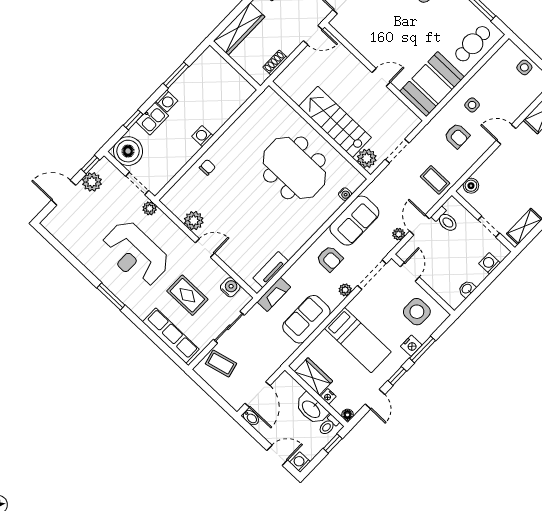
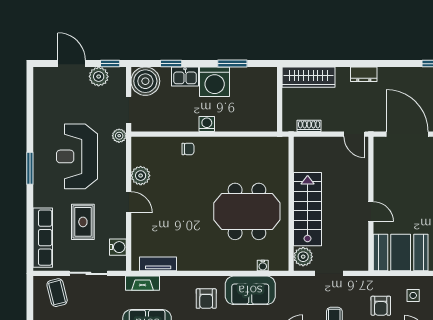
washing machine: (167, 101) -> (215, 82), width x1.89, depth x1.89
meeting table: (294, 168) -> (247, 211), turned 90

